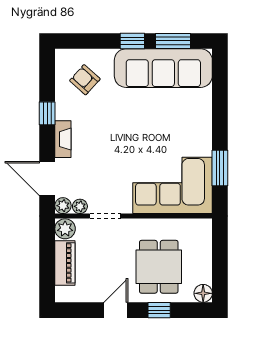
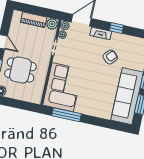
armchair: (85, 80) -> (110, 57), moved
window: (220, 168) -> (66, 115), width x1.44

